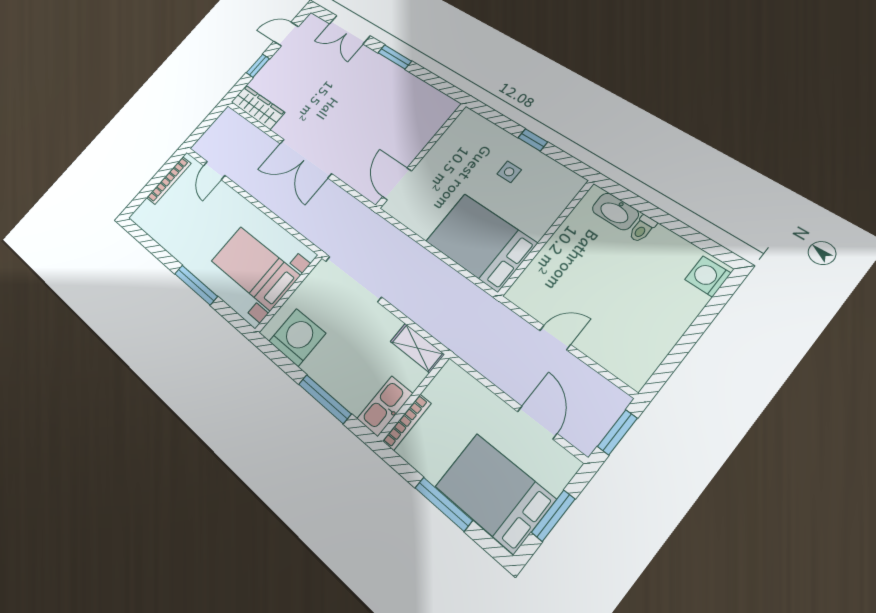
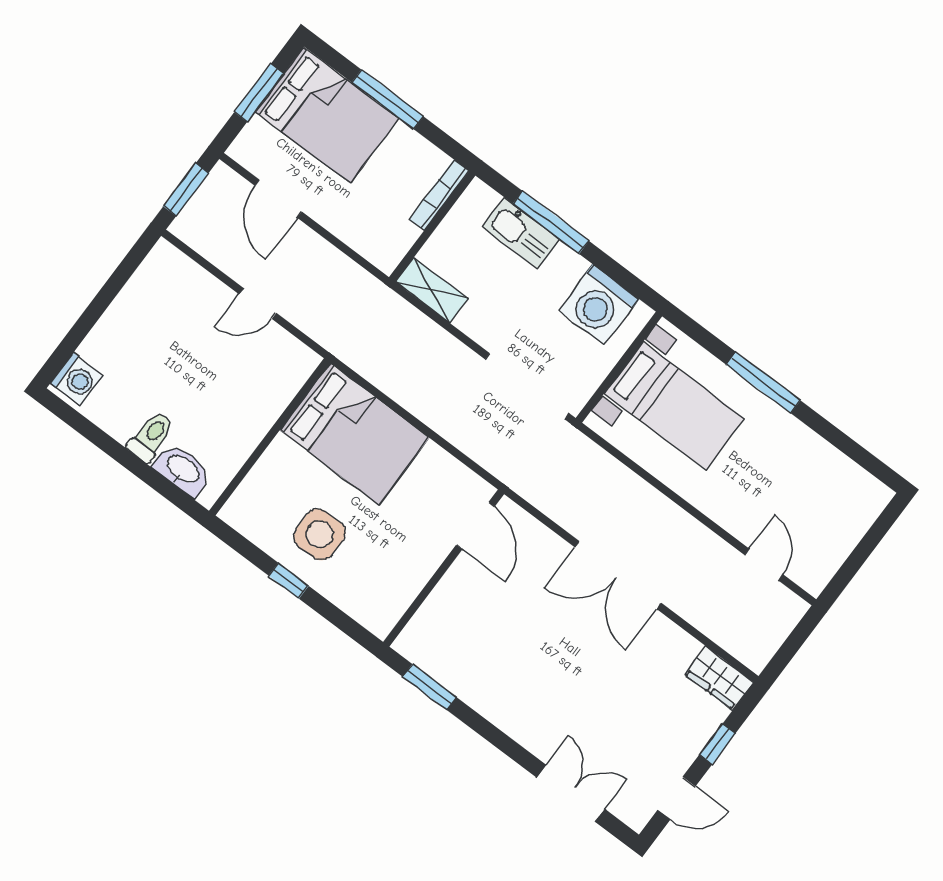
window: (395, 57) -> (430, 687), moved
wardrobe: (258, 107) -> (719, 678), width x0.67
double door: (305, 158) -> (618, 575), swing flipped
side table: (509, 172) -> (320, 535), width x1.87, depth x1.87
bookcase: (169, 180) -> (838, 552), removed
toilet: (642, 229) -> (151, 436), width x1.37, depth x1.39
kitchen sink: (385, 406) -> (521, 233), moved, turned 90

